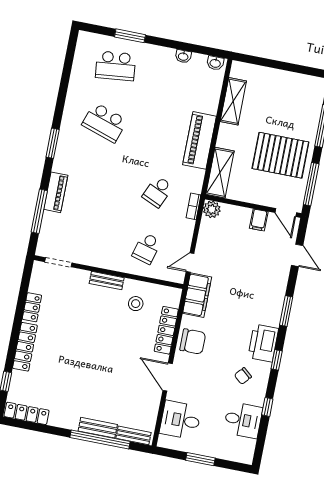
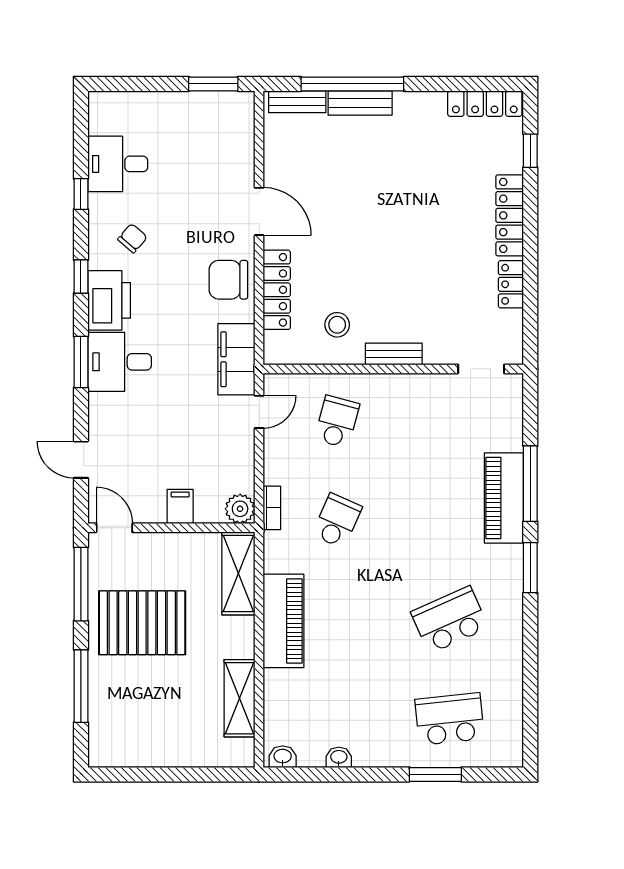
school desk: (105, 122) -> (450, 620), turned -42
piano: (56, 192) -> (504, 498), width x1.37, depth x1.33
window: (39, 211) -> (530, 484), moved
filing cabinet: (259, 220) -> (180, 507), moved
desk: (180, 420) -> (120, 362), moved, turned 180
window: (200, 459) -> (213, 84), moved

